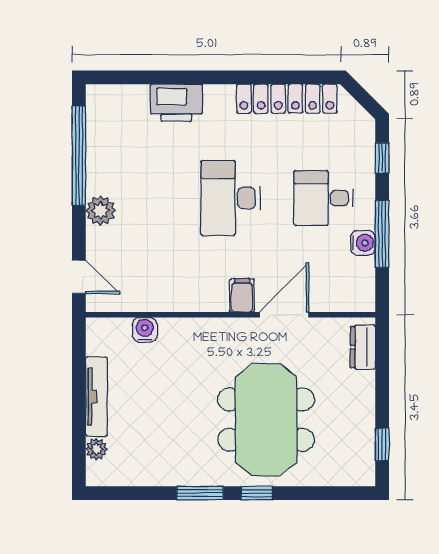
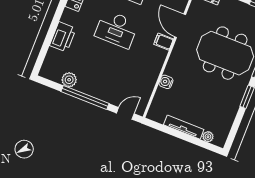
window: (79, 156) -> (85, 97), moved
plant: (101, 211) -> (69, 80), moved
water cooler: (145, 330) -> (166, 82), moved

